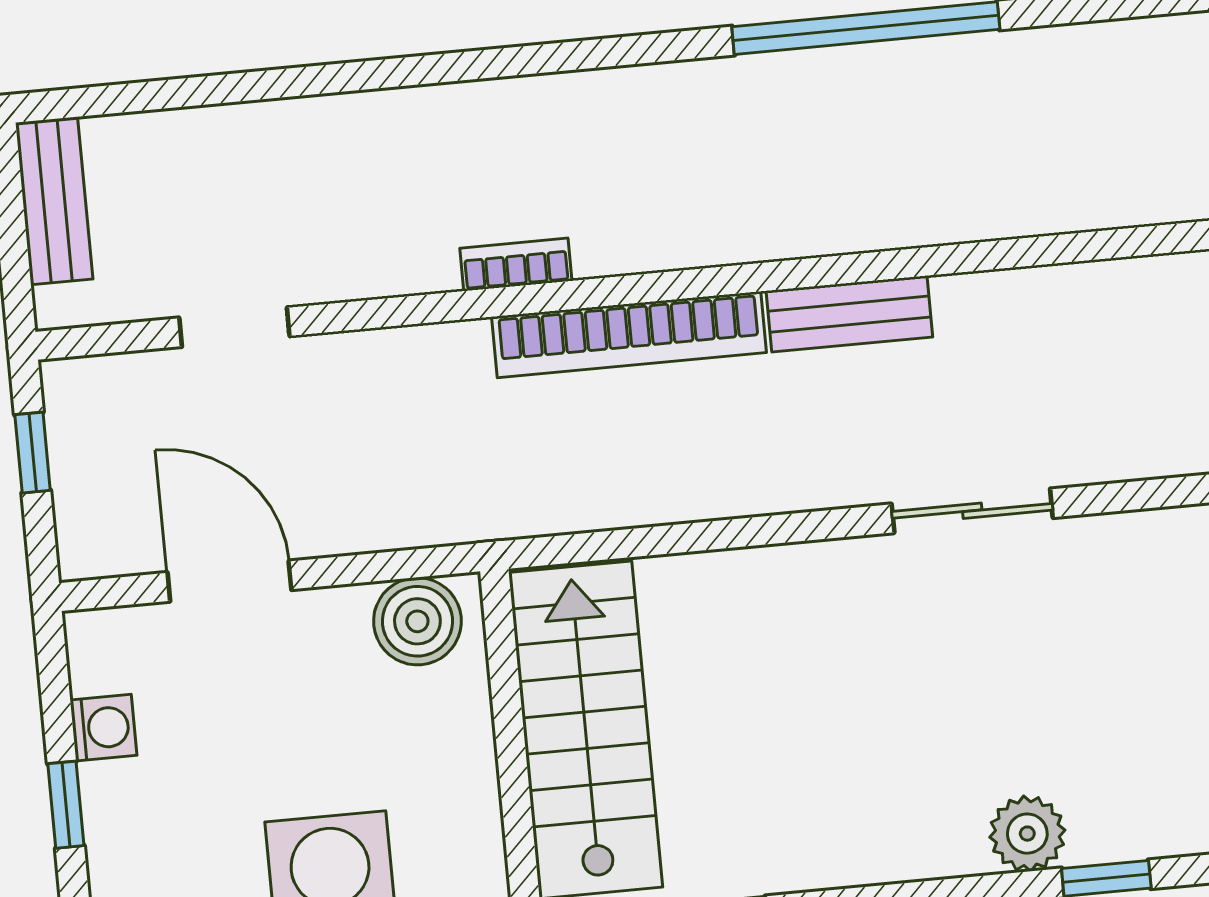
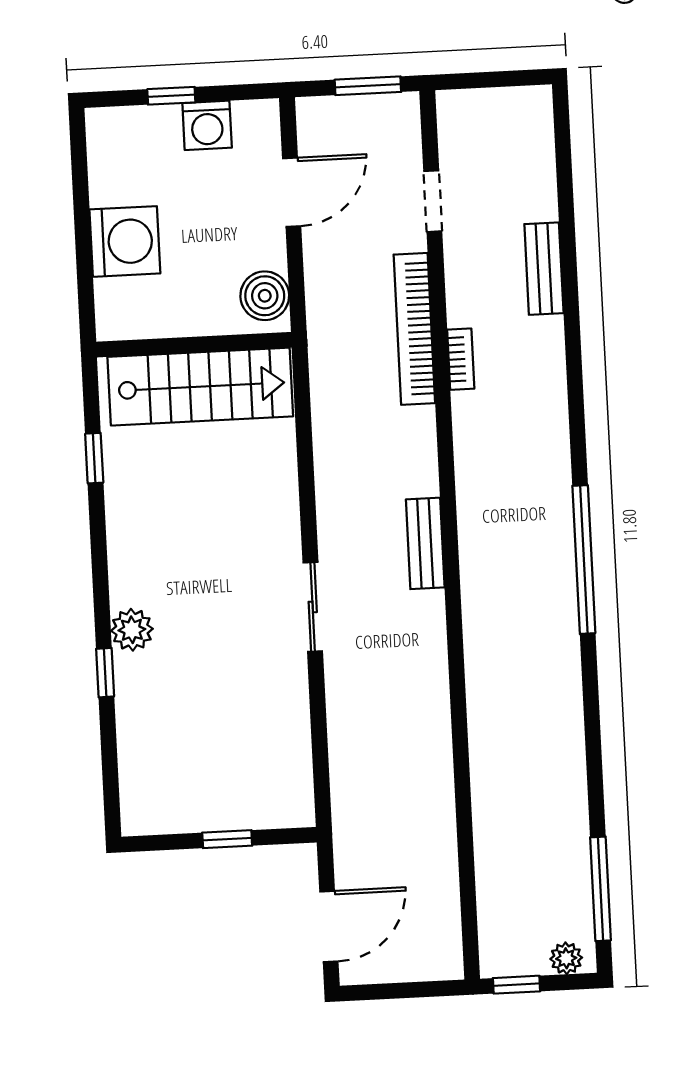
bench: (54, 201) -> (544, 269), moved, turned 90
bookcase: (629, 335) -> (414, 329), moved
window: (33, 453) -> (368, 86), width x1.50
washing machine: (104, 728) -> (207, 125), width x1.38, depth x1.38

